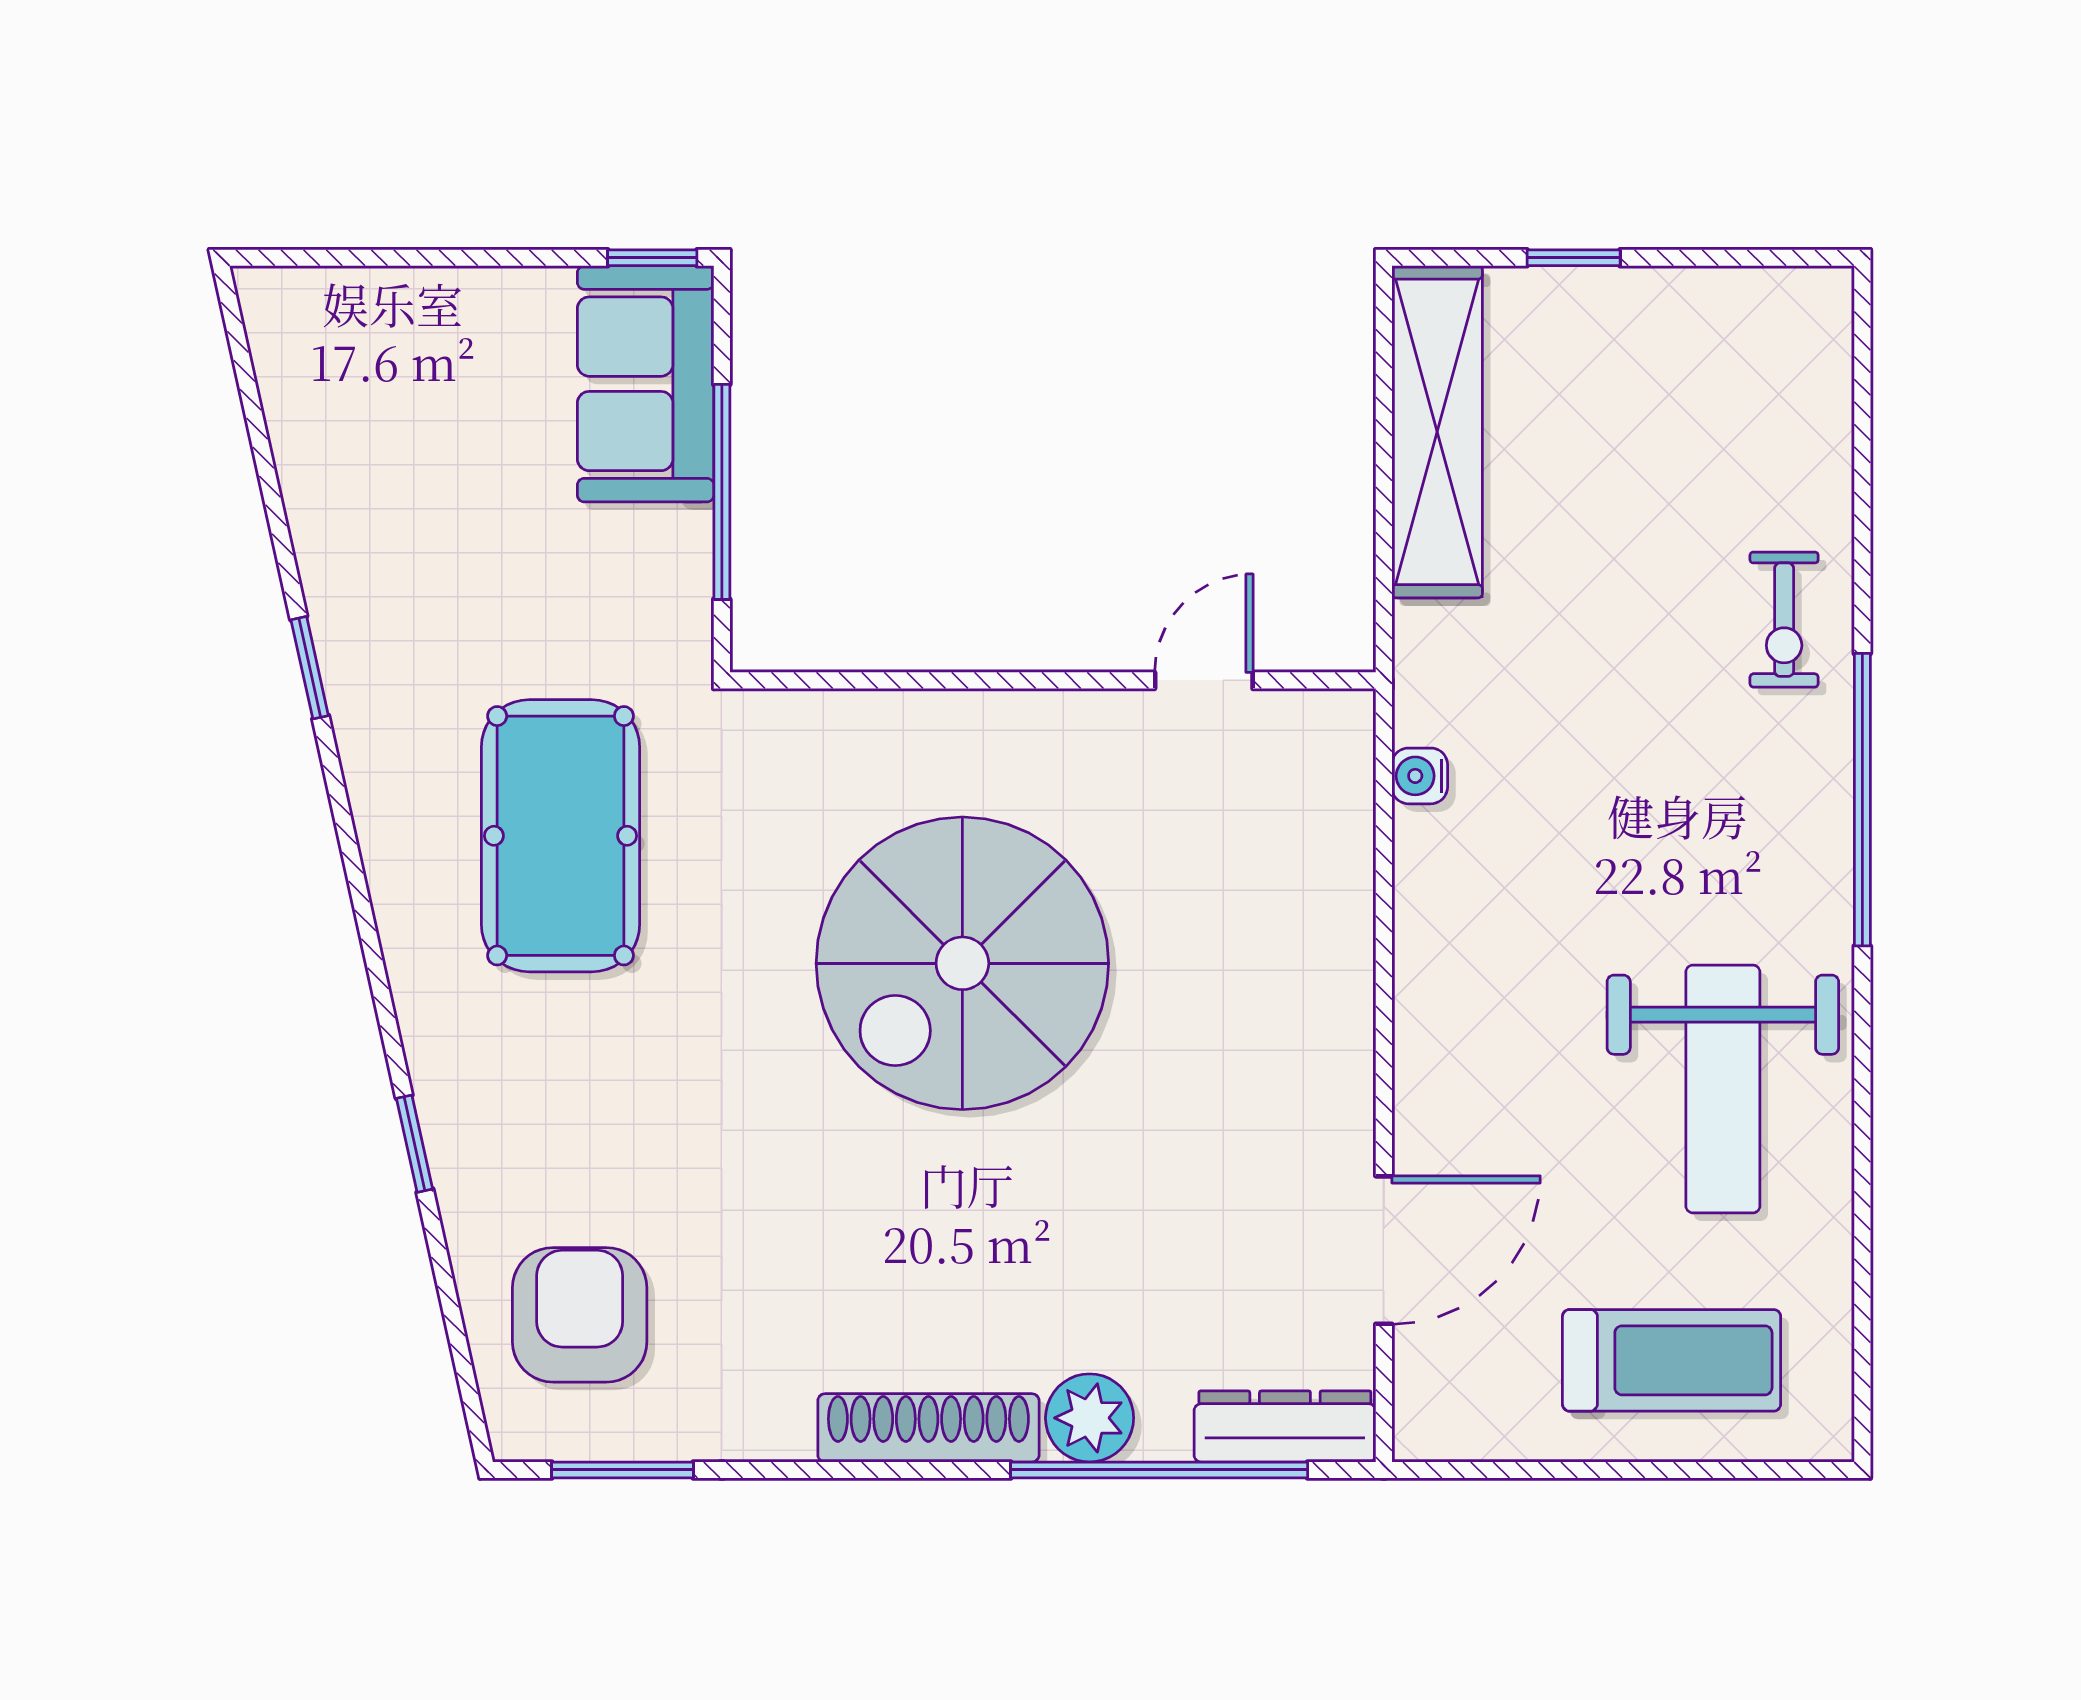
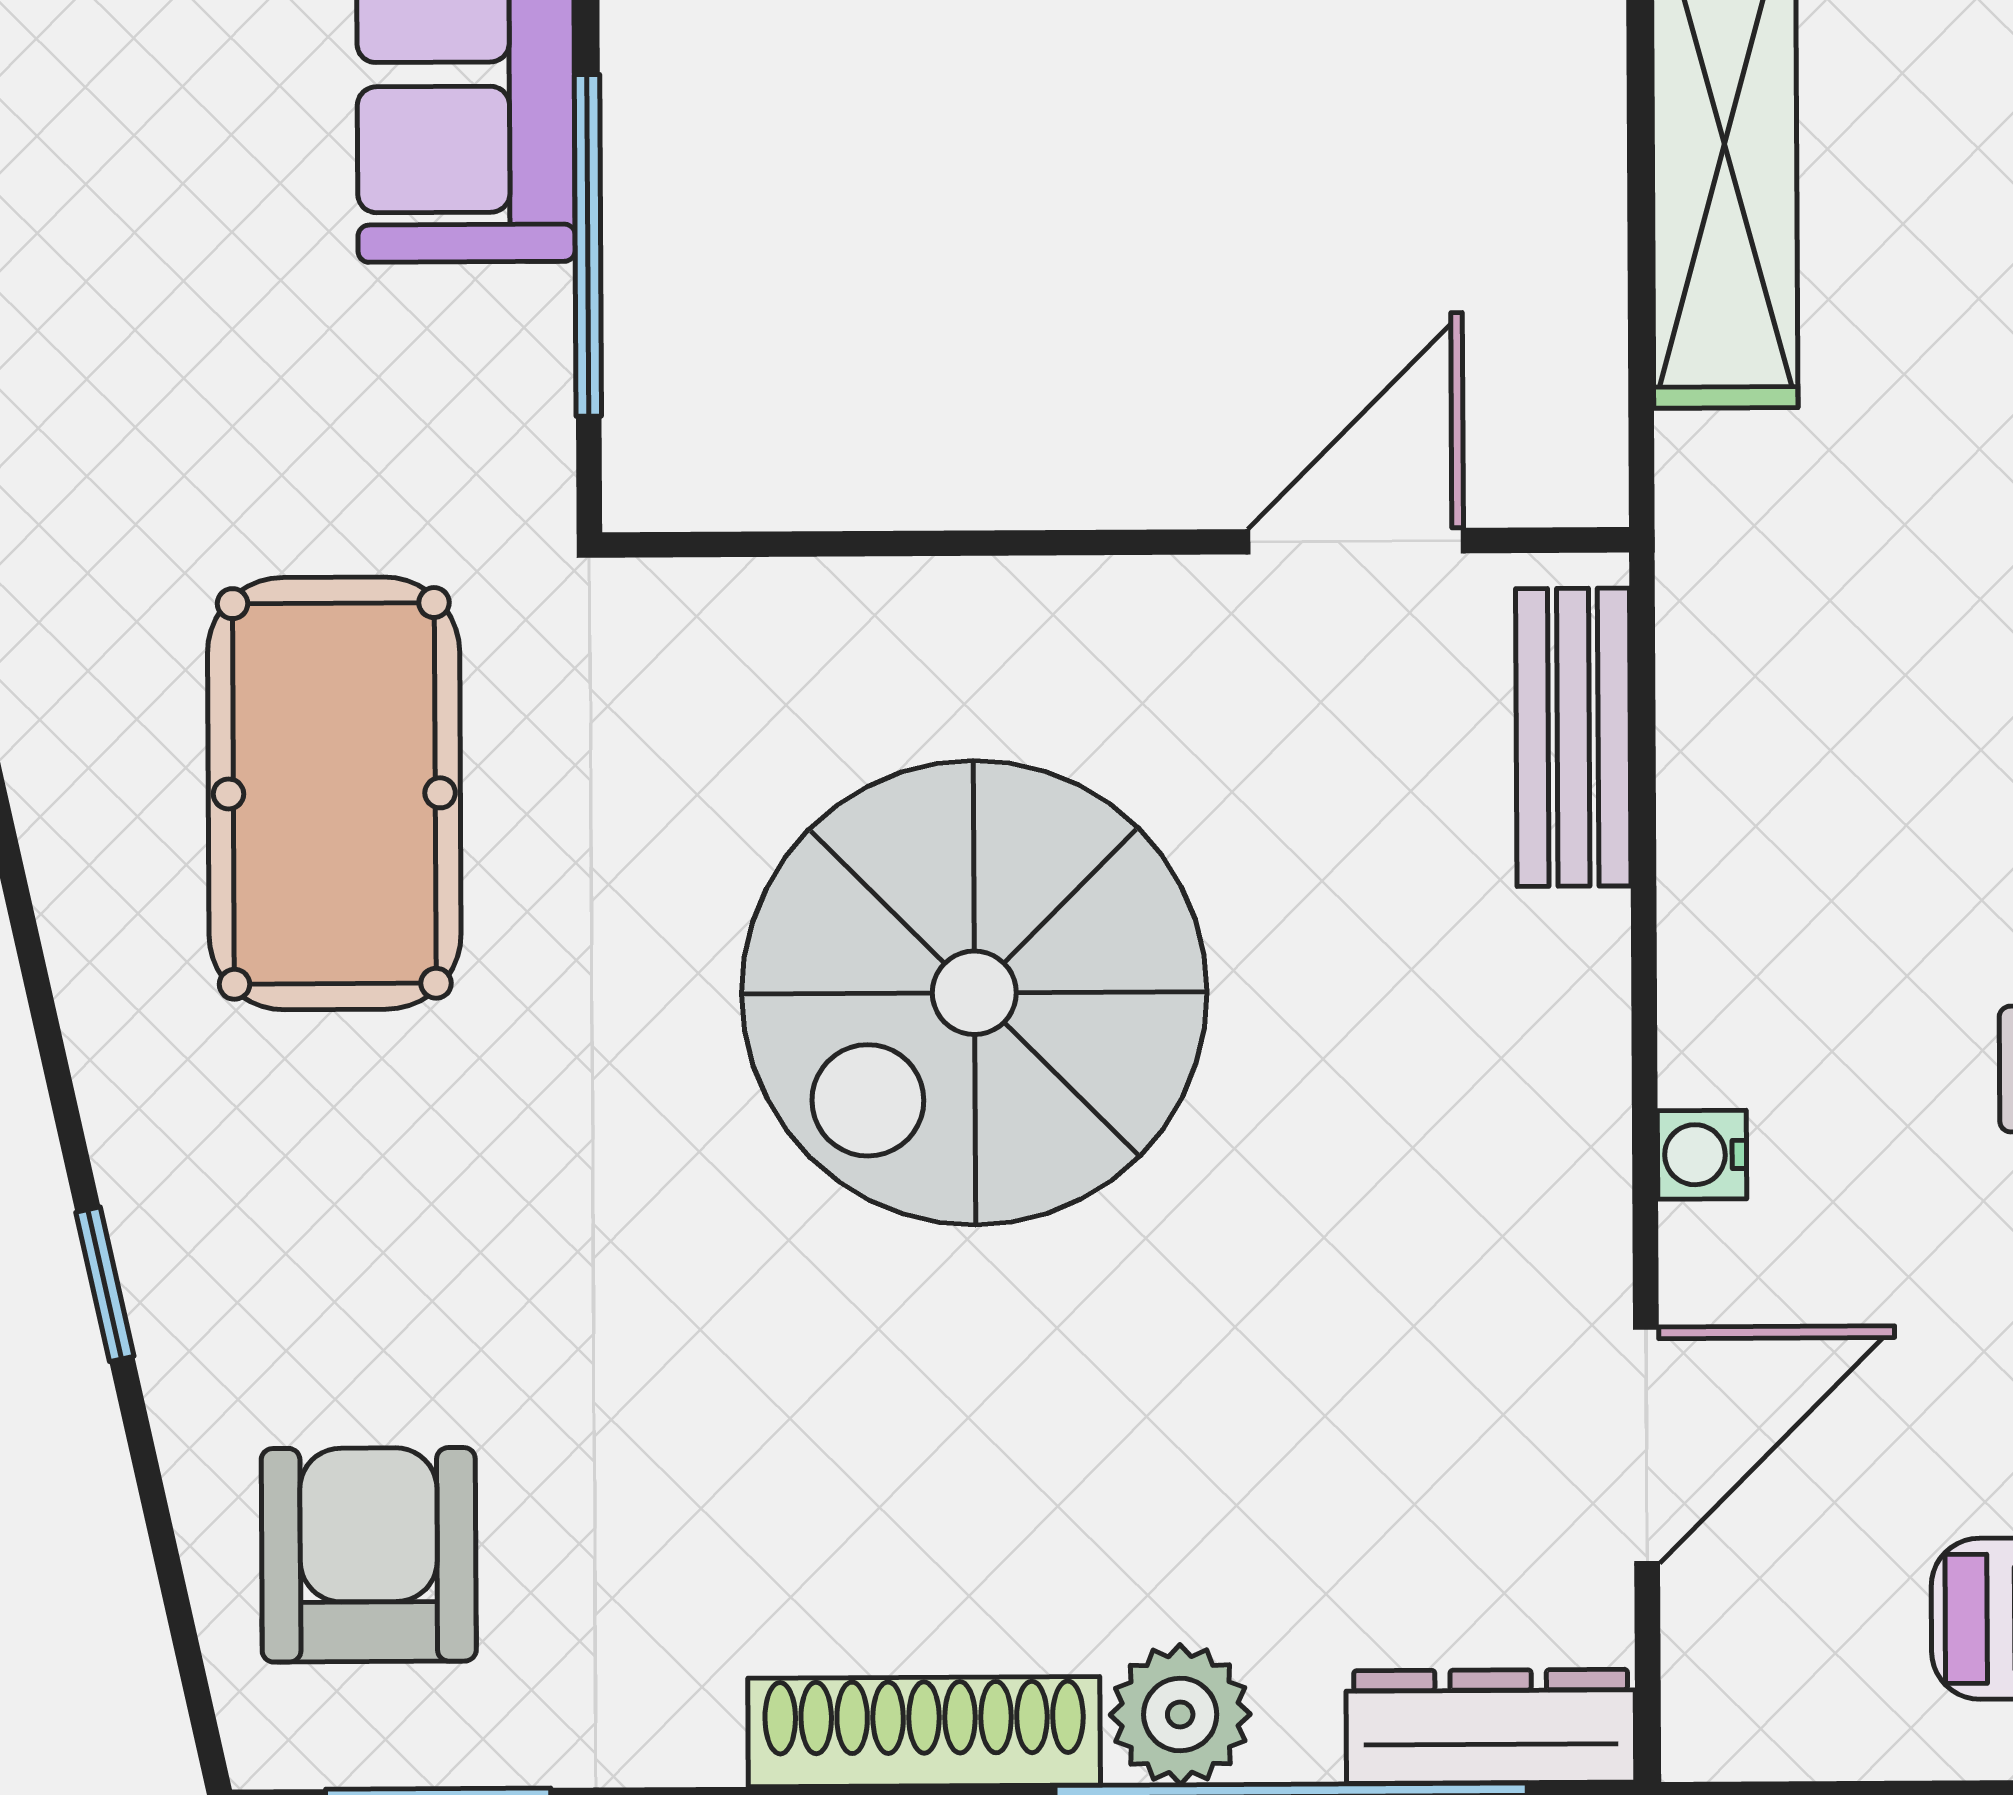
door: (1204, 680) -> (1356, 541), width x1.38
water cooler: (1420, 776) -> (1702, 1155), moved
bench: (1340, 805) -> (1573, 737), added

